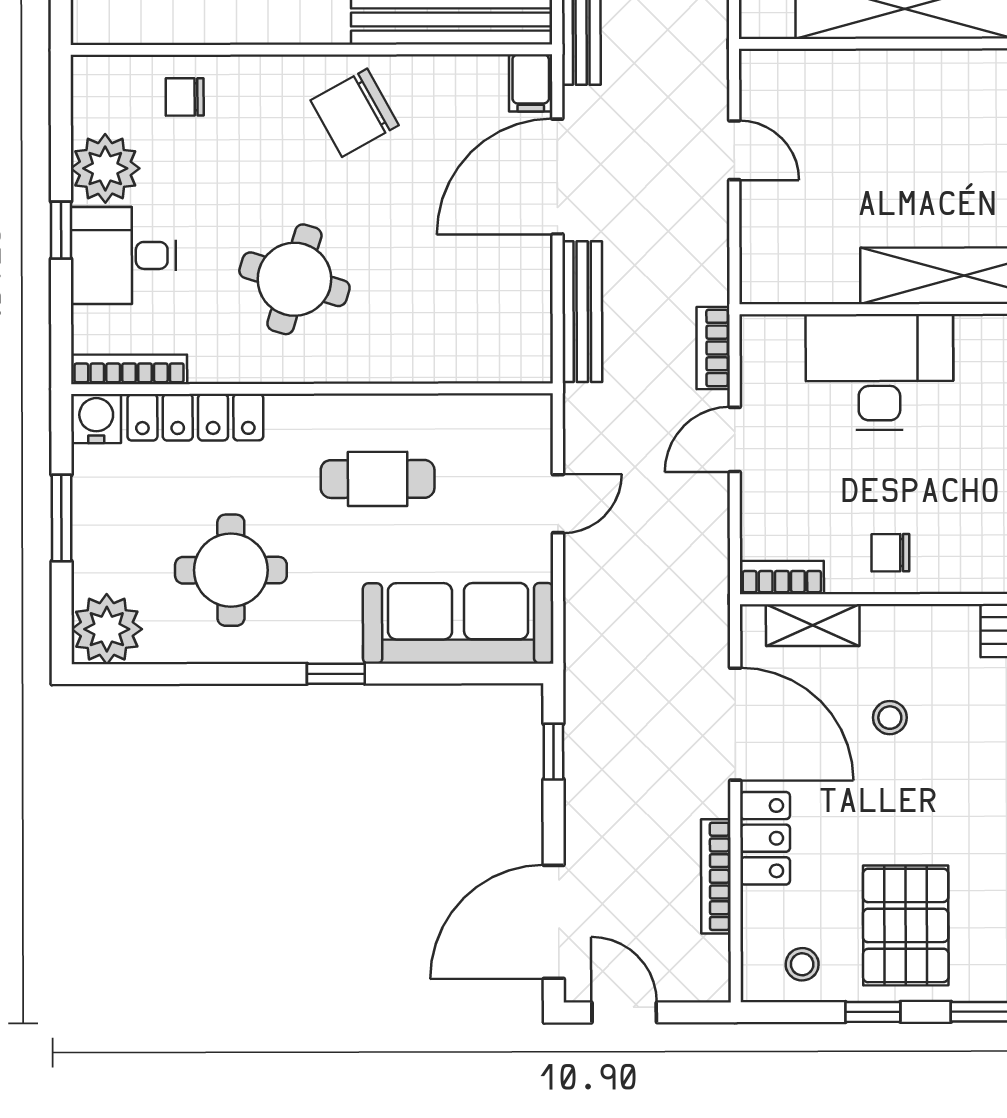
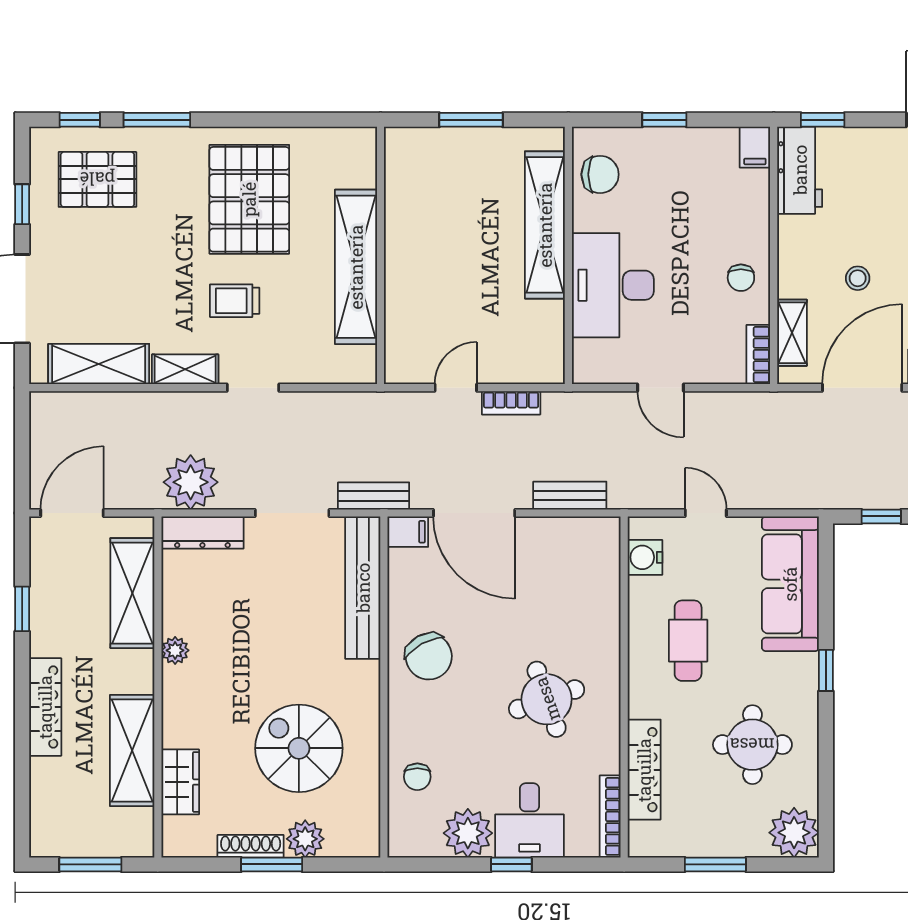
round table: (294, 279) -> (547, 699), turned -36
bench: (582, 312) -> (570, 496), width x0.73
bookcase: (713, 348) -> (511, 403), moved
water cooler: (96, 419) -> (645, 557), moved

